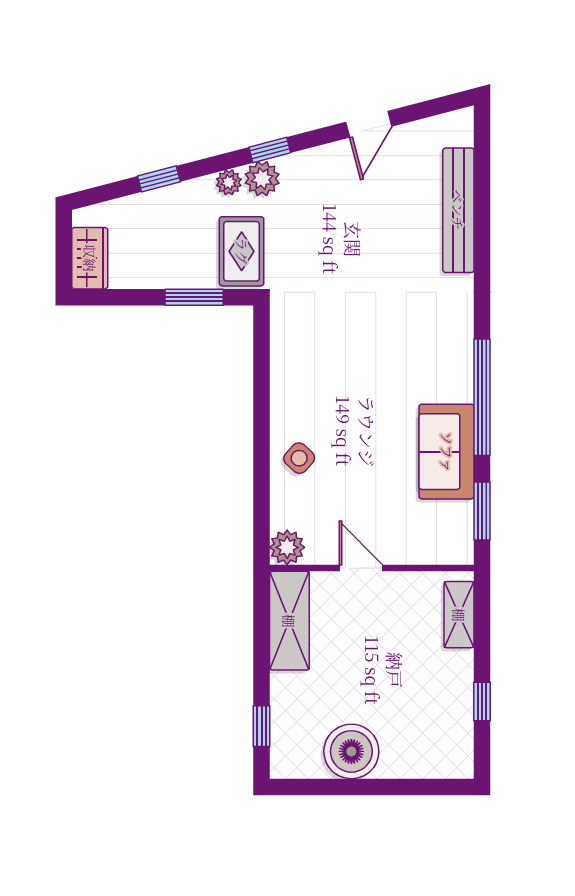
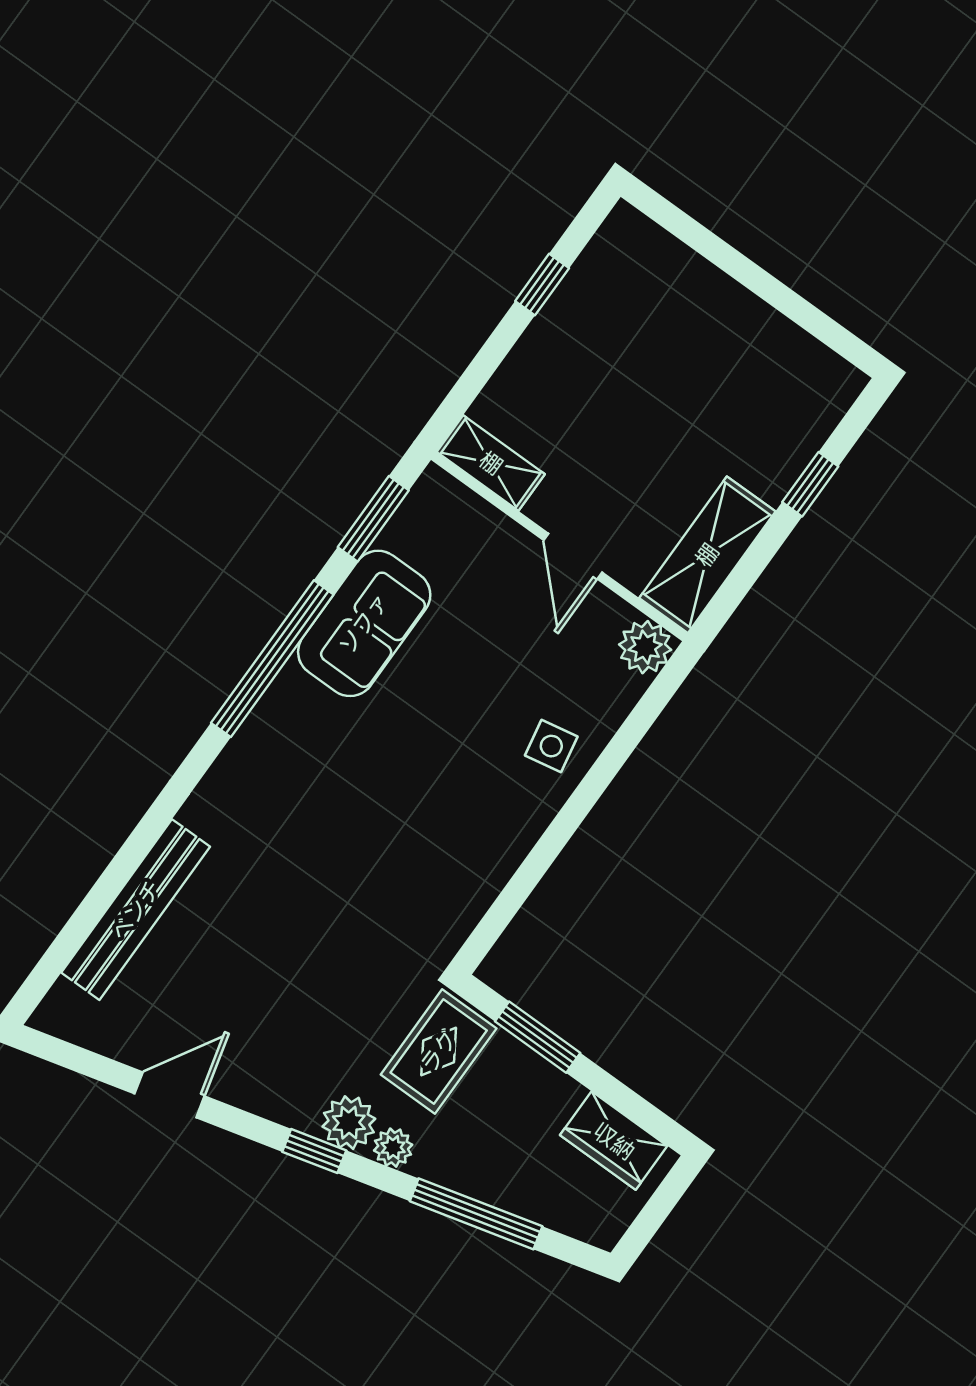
window: (159, 179) -> (476, 1214), width x2.17
wardrobe: (90, 258) -> (614, 1141), moved, turned -90
side table: (299, 458) -> (551, 746), turned 37
shelving: (459, 615) -> (491, 463), moved, turned 90
window: (262, 726) -> (810, 484), moved
boiler: (351, 751) -> (747, 339), removed

